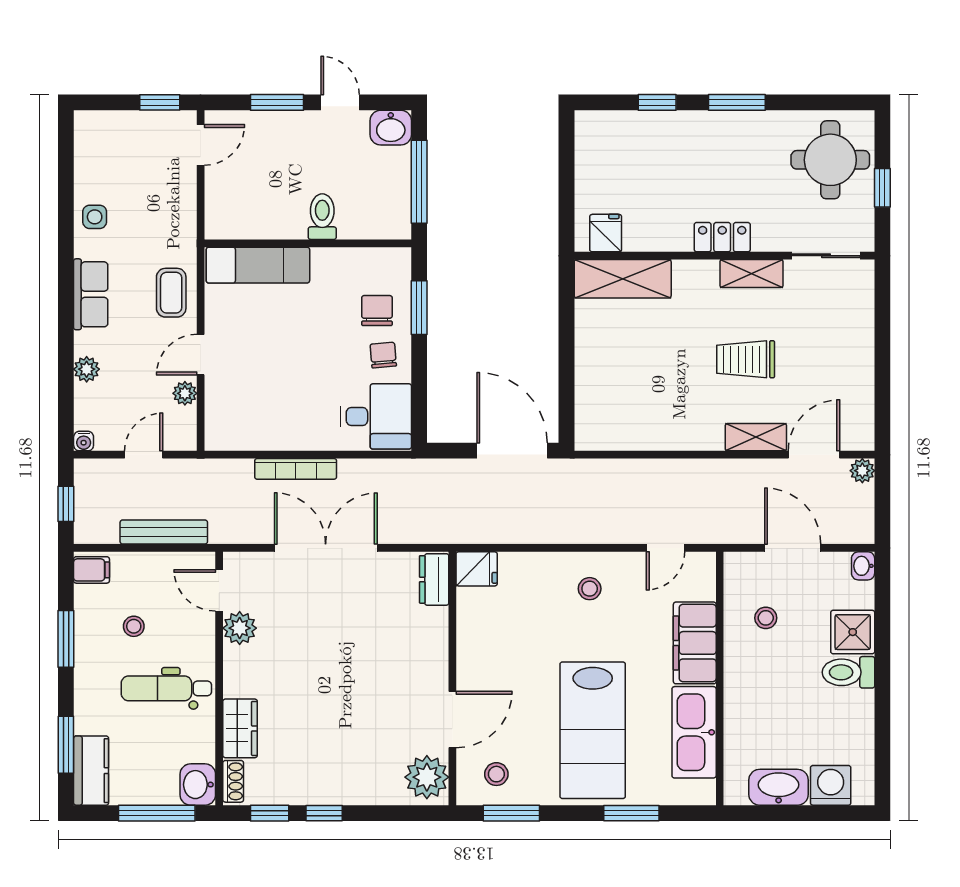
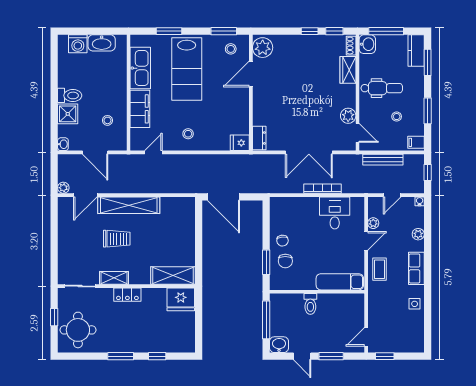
fridge: (606, 233) -> (181, 299), width x1.88, depth x1.34
desk: (376, 416) -> (335, 213), moved, turned 90
shelving: (756, 437) -> (129, 205), width x2.20, depth x1.33
lab bench: (593, 730) -> (187, 69), turned 180

